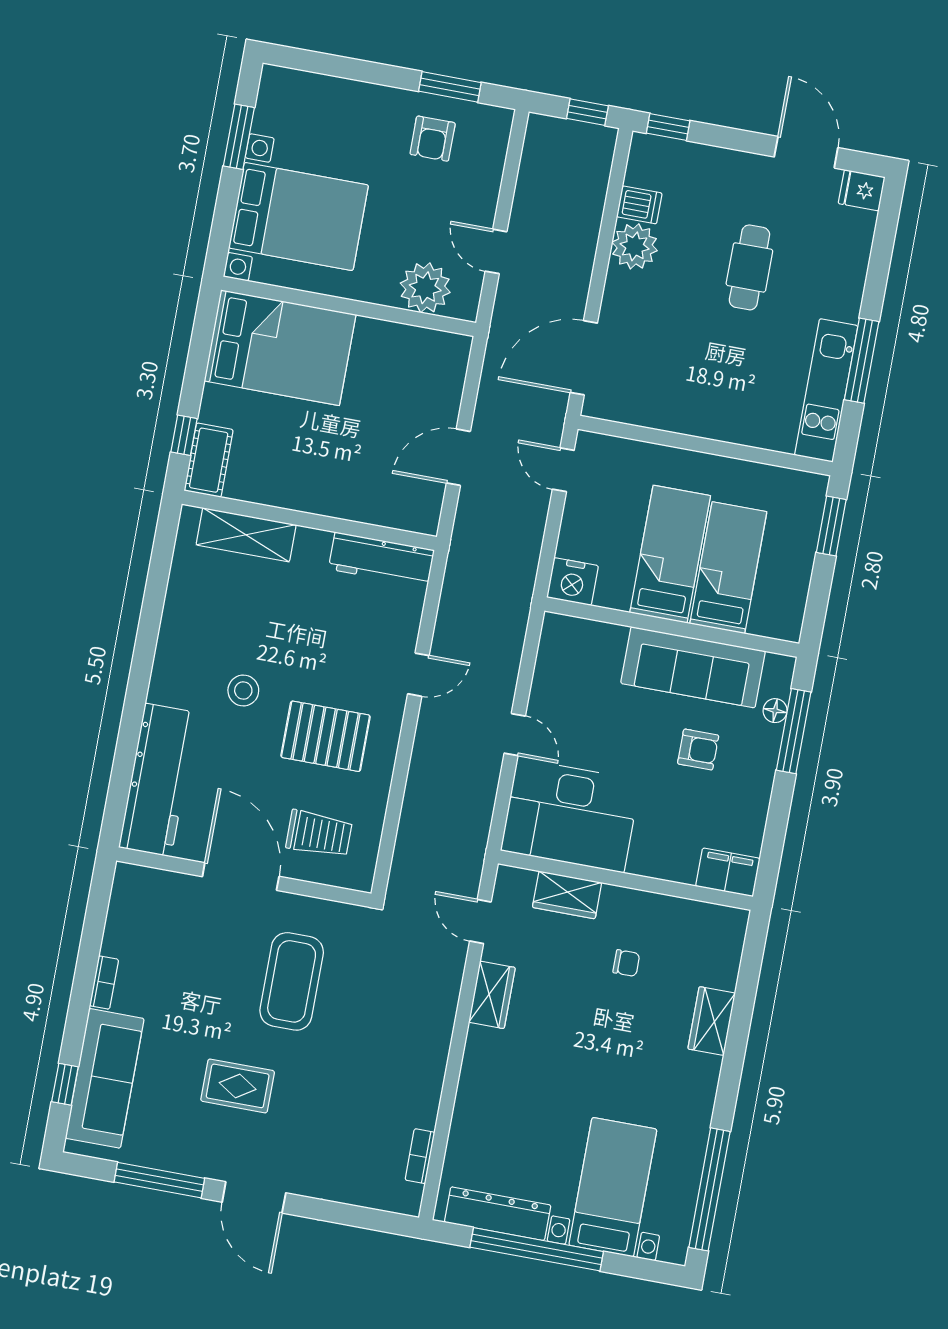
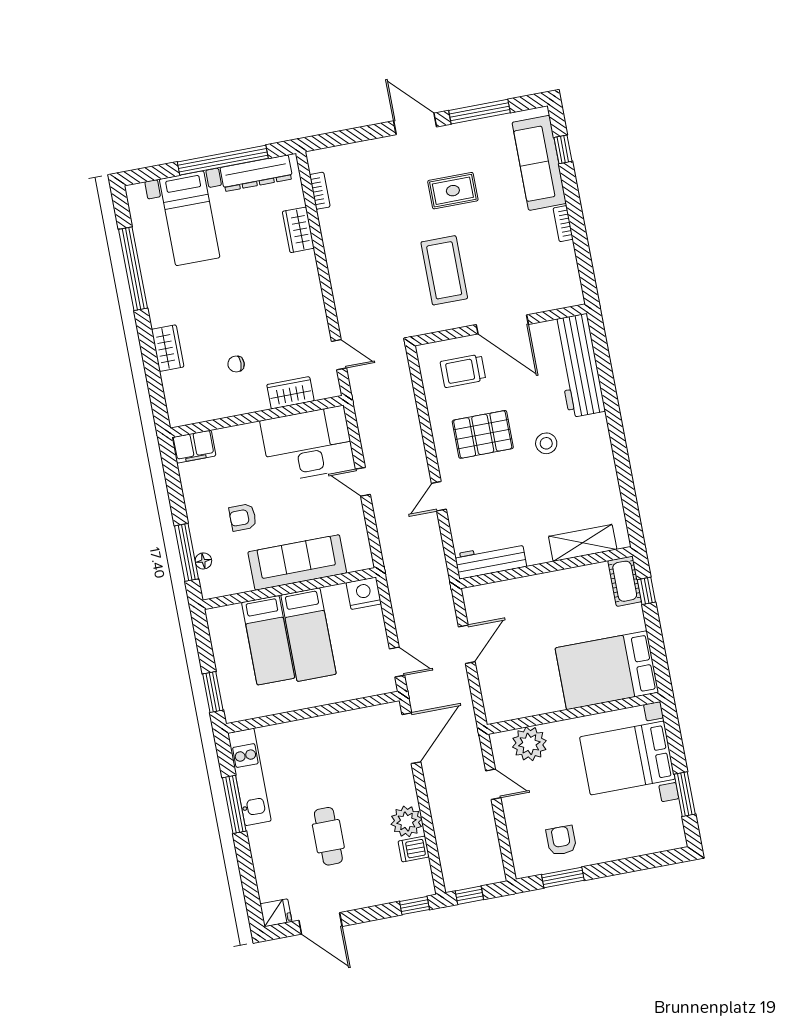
sofa: (693, 667) -> (297, 562), moved
wardrobe: (492, 995) -> (298, 230), moved
window: (709, 1189) -> (133, 269), moved

